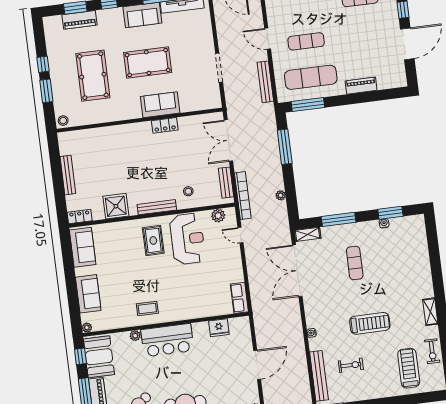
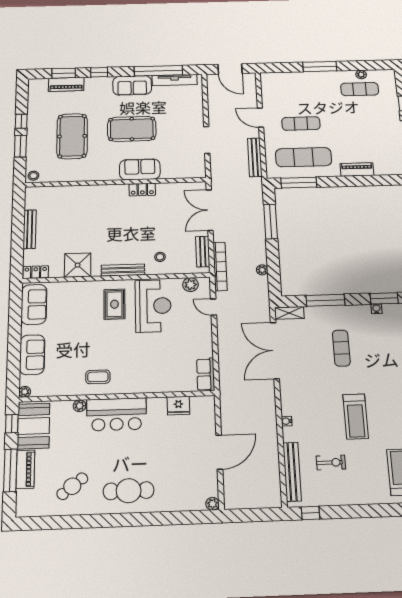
treadmill: (370, 323) -> (356, 416), turned 90

